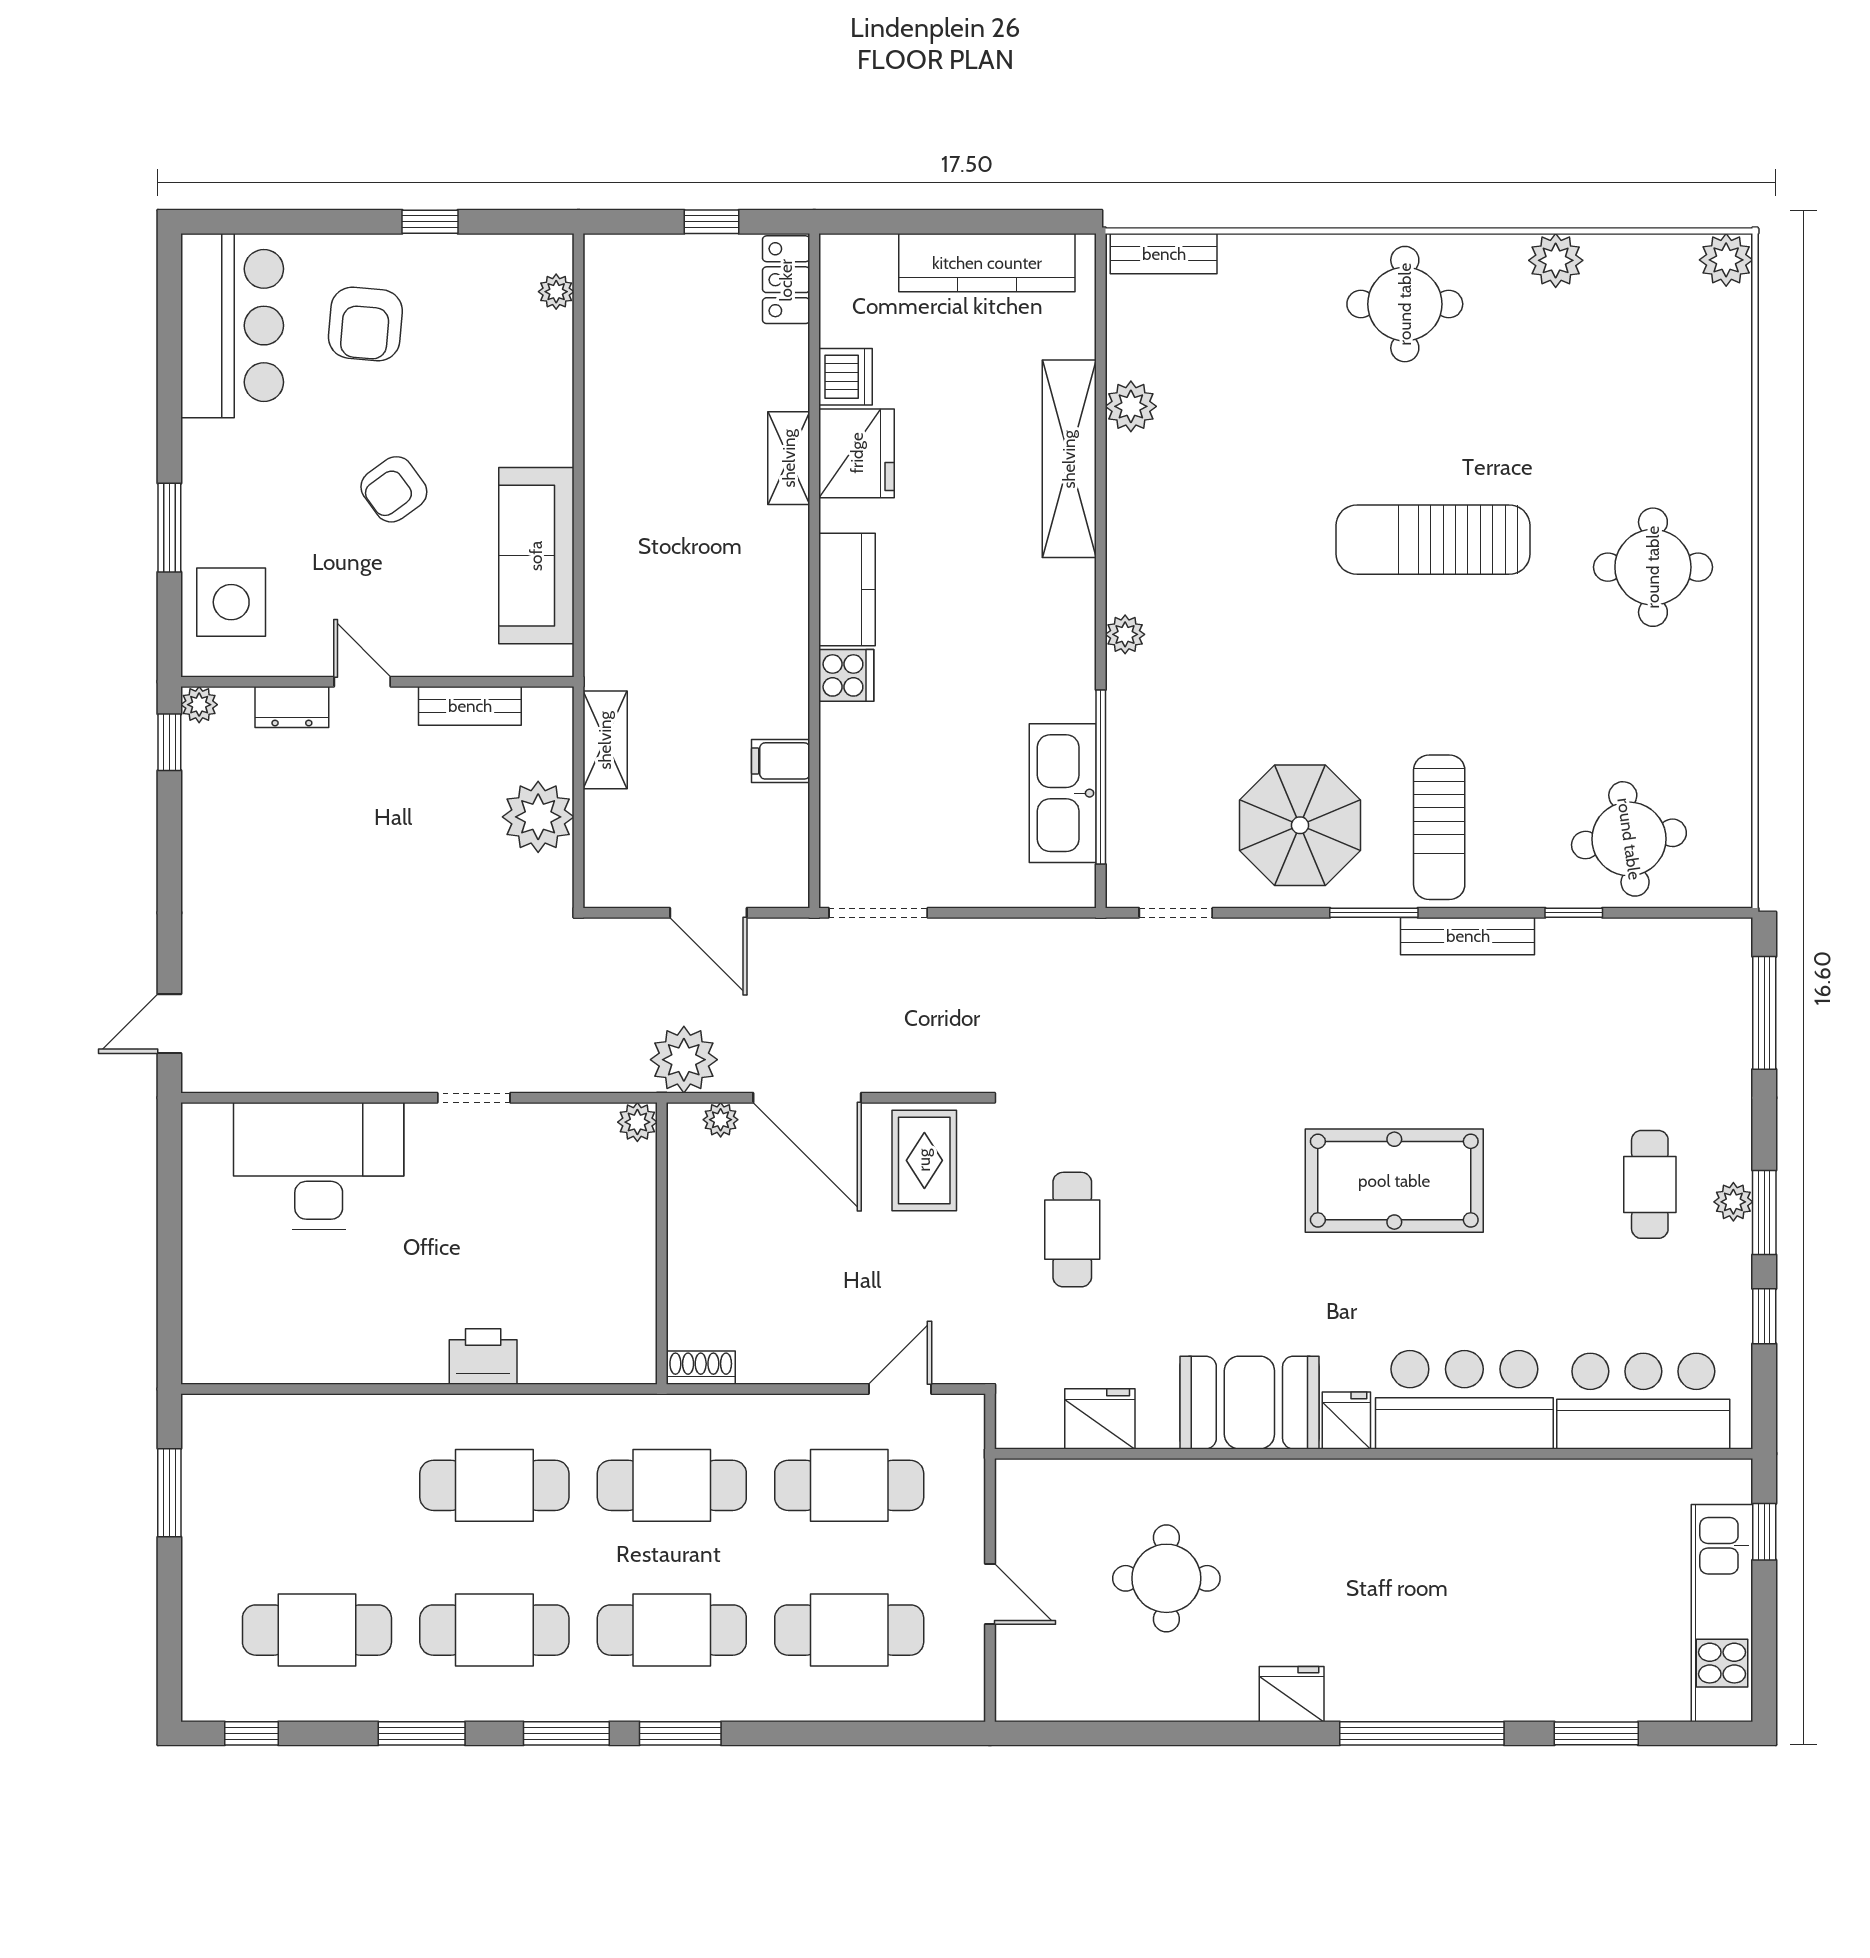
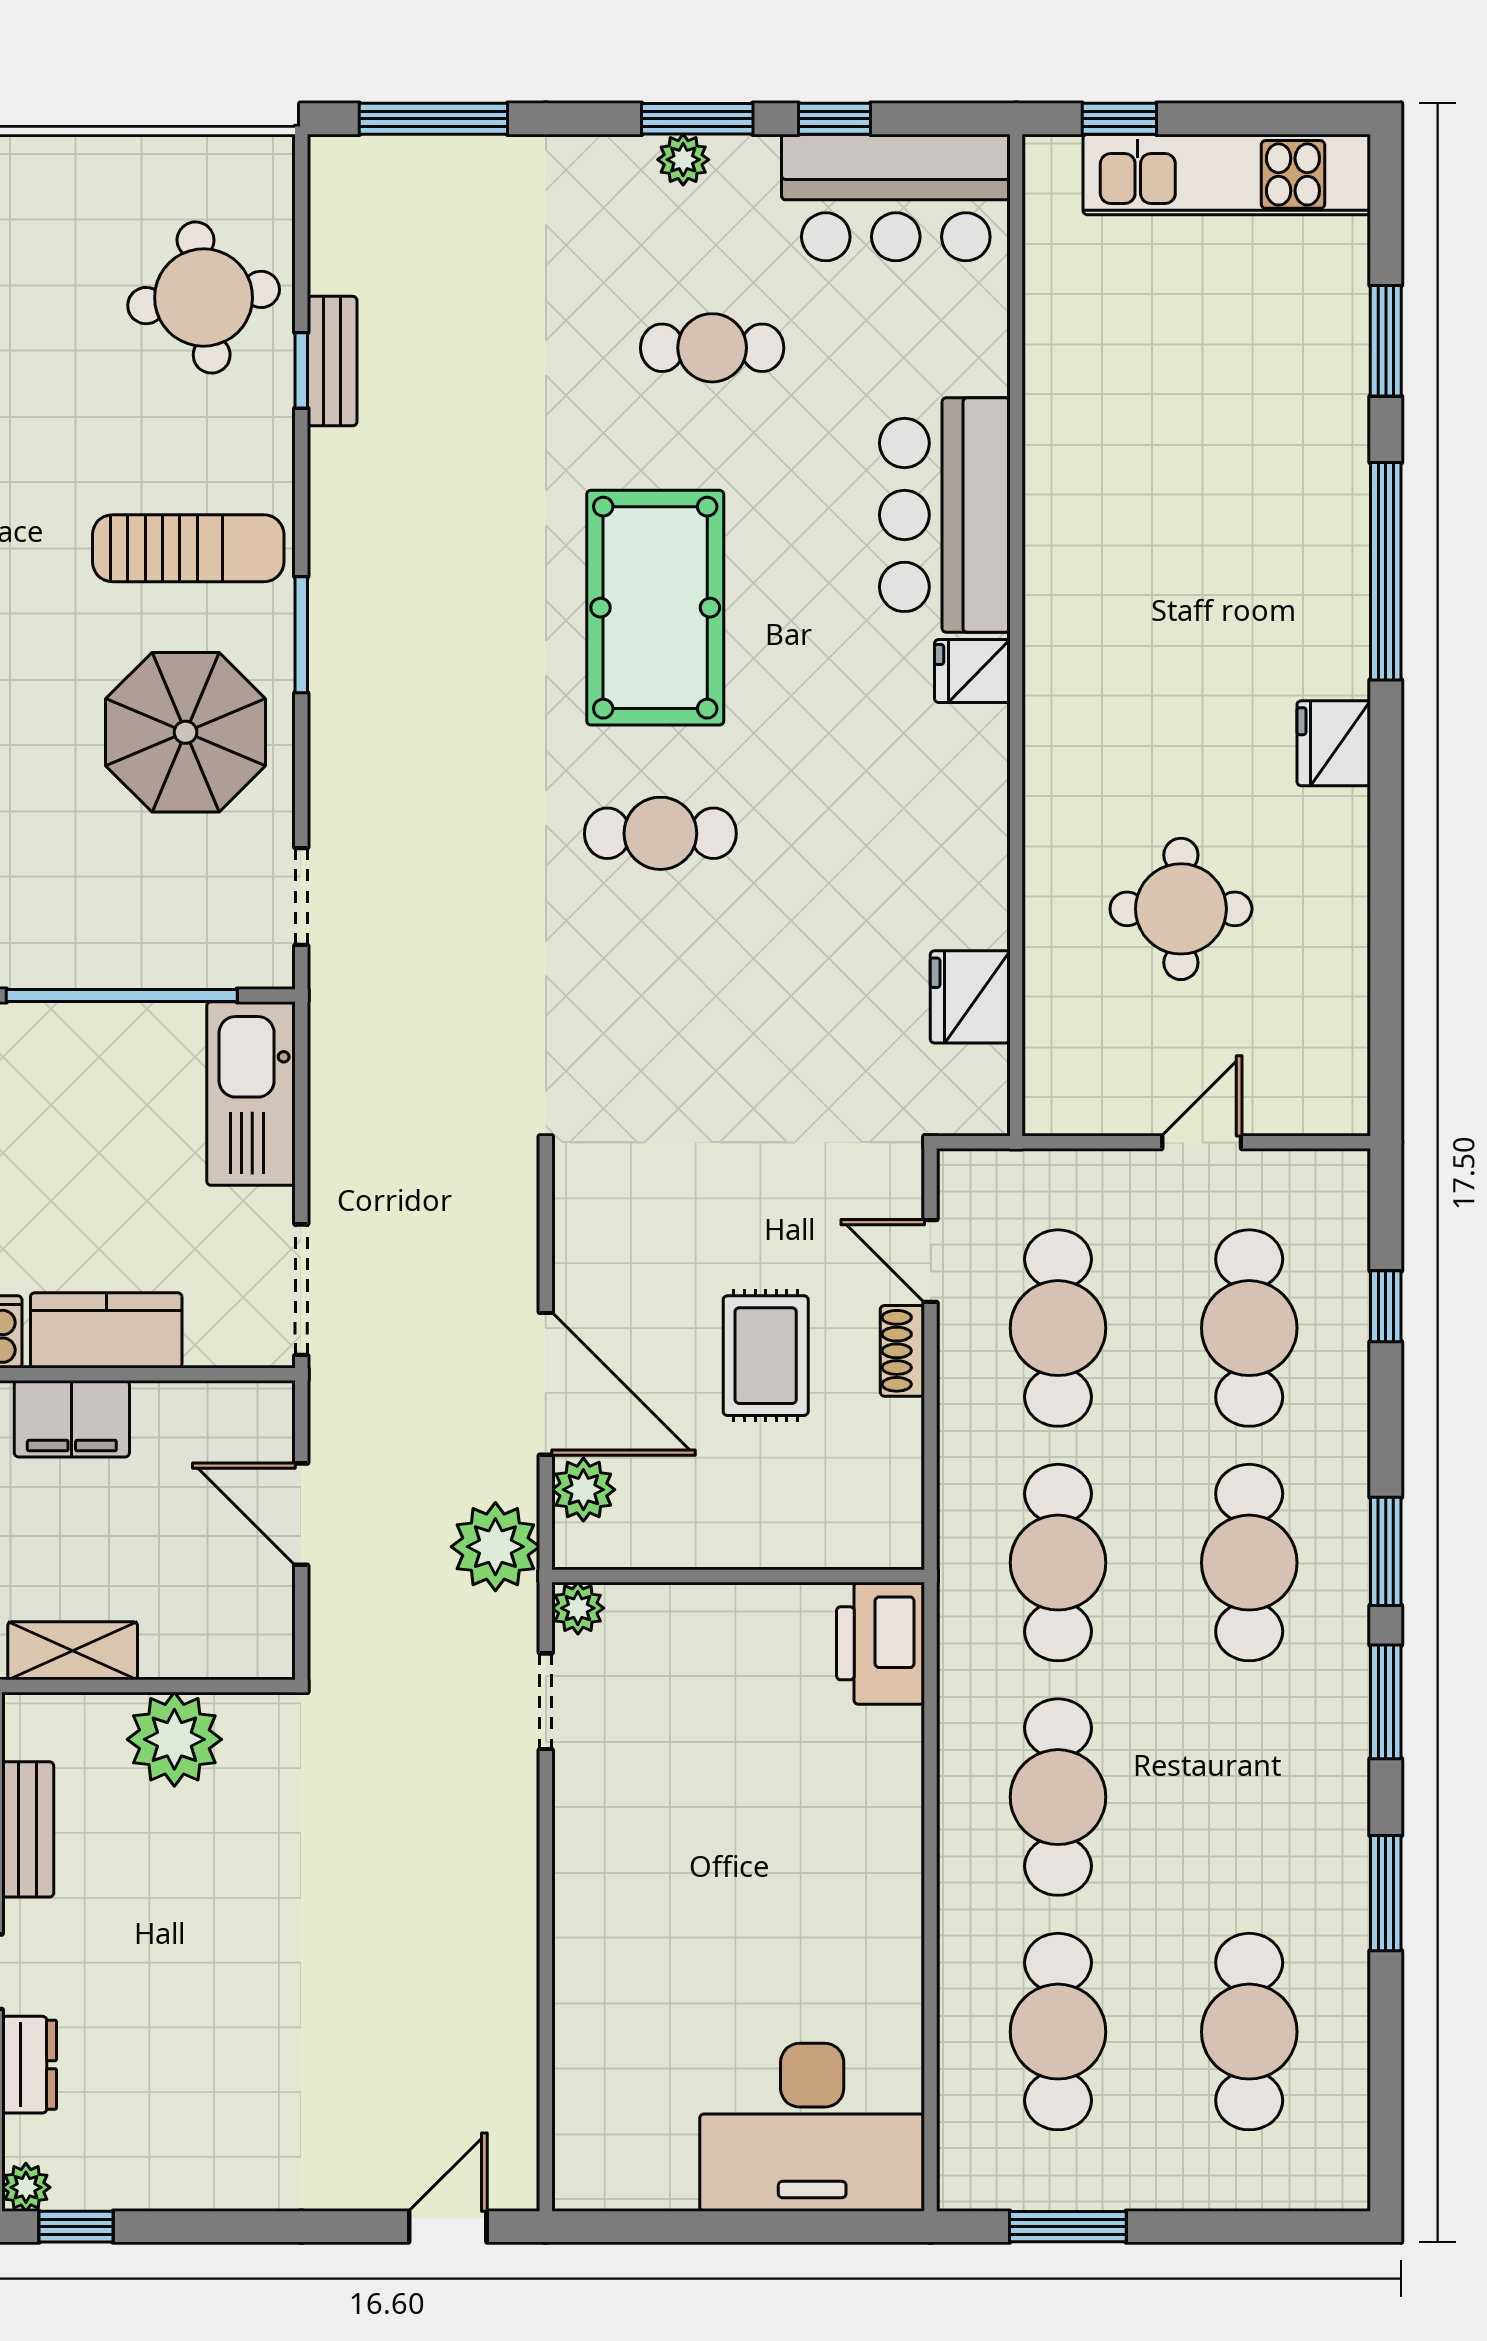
filing cabinet: (781, 761) -> (72, 1419), width x2.00
kitchen counter: (847, 765) -> (106, 1330), added
kitchen sink: (1063, 793) -> (251, 1094), moved, turned 90
door: (708, 913) -> (301, 1514), swing flipped
bench: (1468, 936) -> (332, 361), moved, width x0.73
door: (169, 1024) -> (448, 2227), swing flipped
doorway: (474, 1098) -> (546, 1701), moved
door: (807, 1098) -> (546, 1384), hinge flipped
plant: (721, 1120) -> (583, 1490), width x1.38, depth x1.38
rug: (924, 1160) -> (766, 1356), moved, turned 90
desk: (319, 1166) -> (812, 2127), moved, turned -90
cafe table: (1650, 1184) -> (712, 348), moved
cafe table: (1072, 1230) -> (660, 833), moved
printer: (483, 1356) -> (881, 1643), moved, width x1.37, depth x1.19
shoe rack: (701, 1368) -> (902, 1351), moved
bar counter: (1643, 1401) -> (896, 197), moved, turned -90
booth: (1249, 1403) -> (949, 799), removed
cafe table: (494, 1630) -> (1058, 2032), moved
window: (251, 1733) -> (1386, 1306), moved

